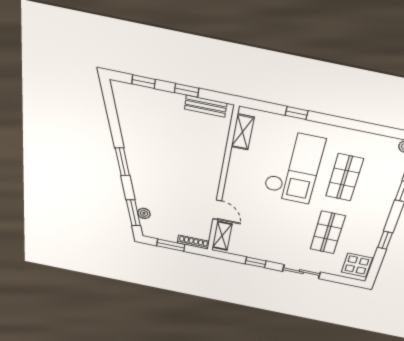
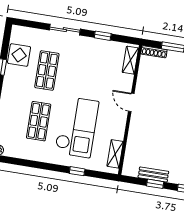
bench: (206, 106) -> (153, 174), moved
checkout: (294, 168) -> (77, 127), turned 180
door: (217, 210) -> (131, 102), moved
display table: (357, 265) -> (19, 55), moved

